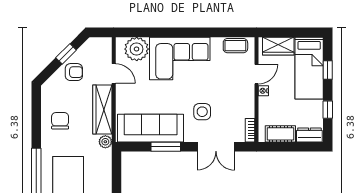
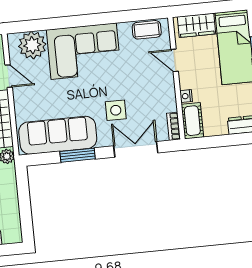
door: (257, 74) -> (175, 60), swing flipped
nightstand: (263, 91) -> (186, 96), moved
cot: (280, 134) -> (192, 121), moved, turned 90
double door: (216, 147) -> (136, 149), swing flipped

